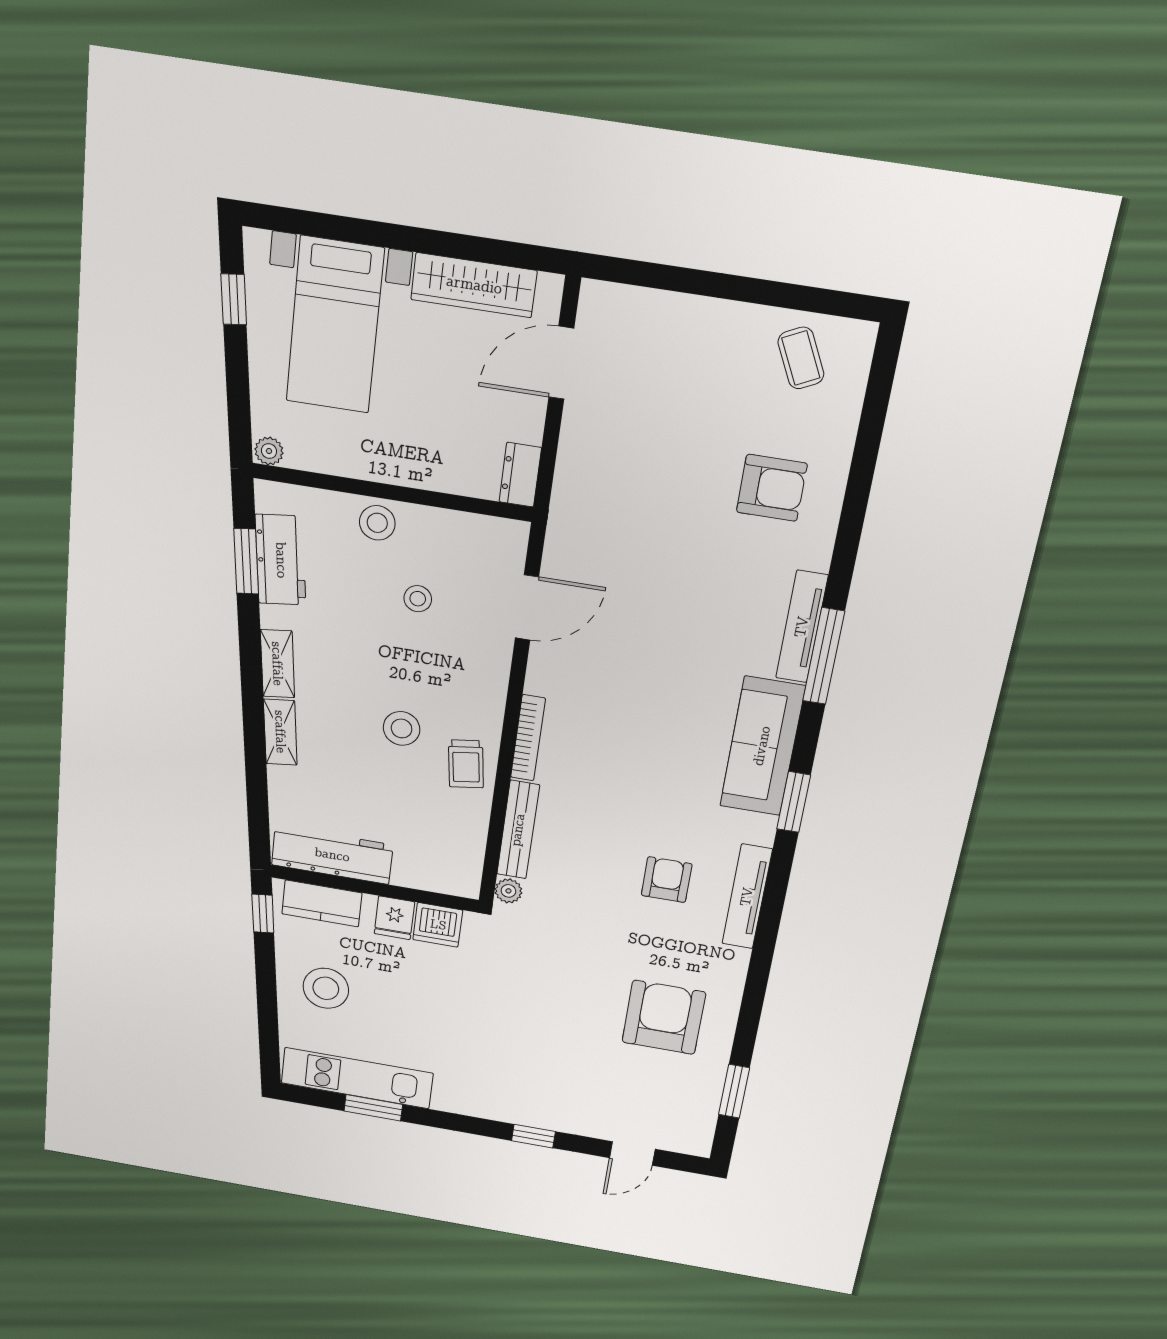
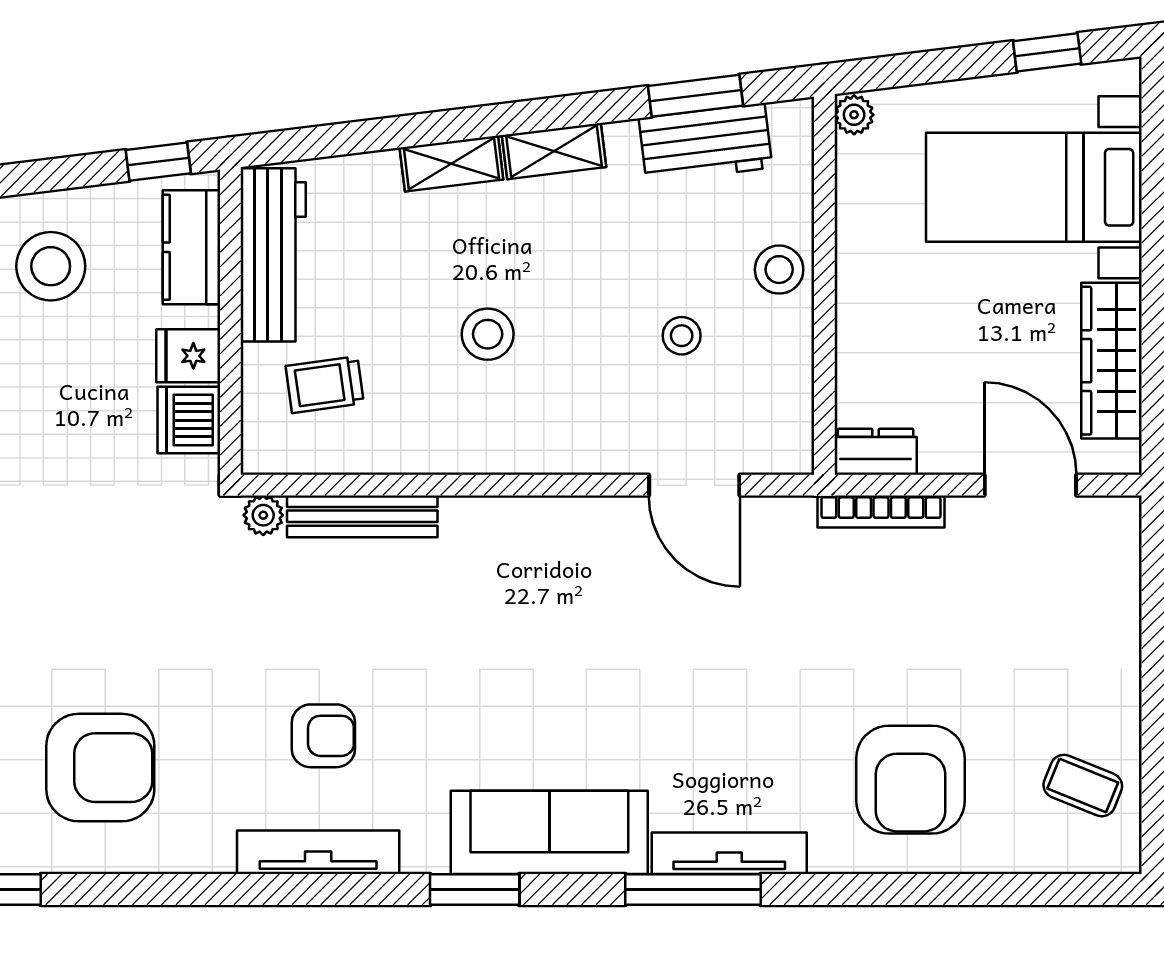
coffee table: (801, 358) -> (1083, 786), turned 48
armchair: (772, 488) -> (910, 780), width x1.36, depth x1.36
bookcase: (528, 738) -> (881, 511), moved
trolley: (466, 764) -> (325, 385), moved

